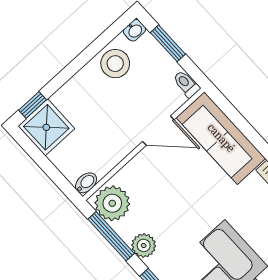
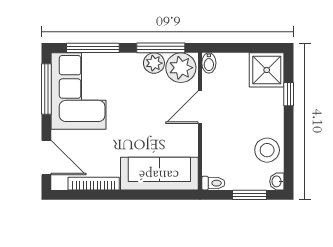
window: (33, 105) -> (289, 94), moved
door: (158, 131) -> (200, 107), moved
plant: (144, 245) -> (154, 63), moved

